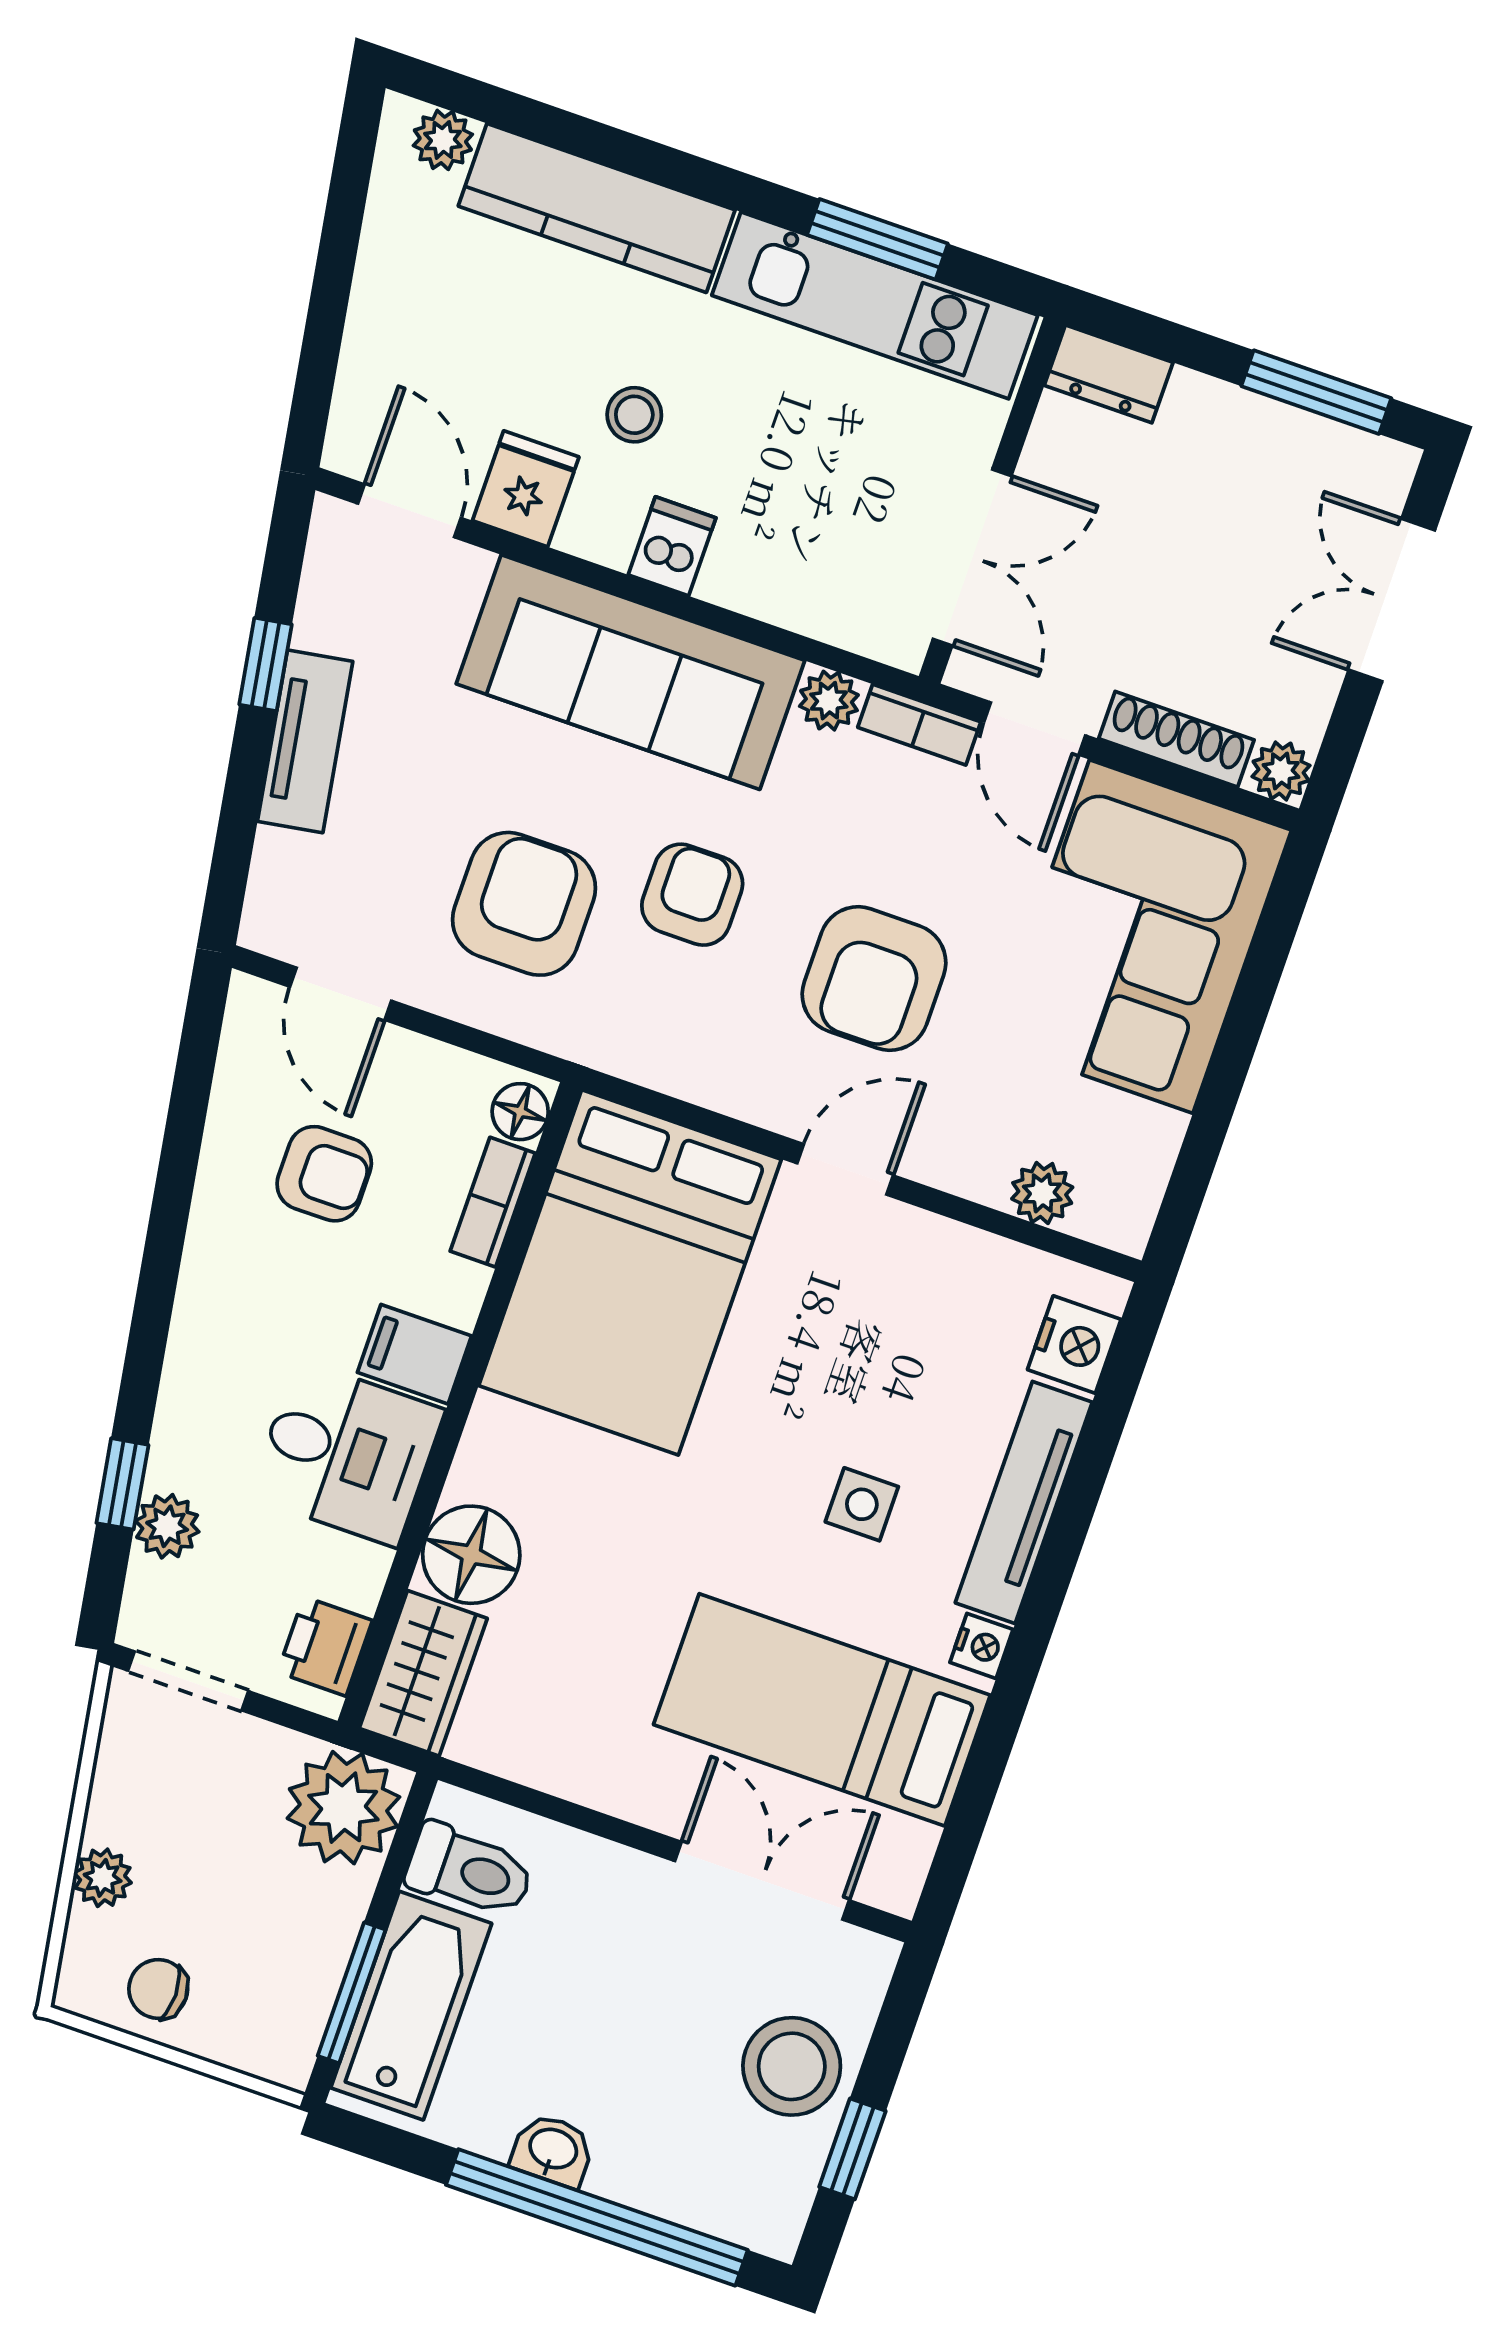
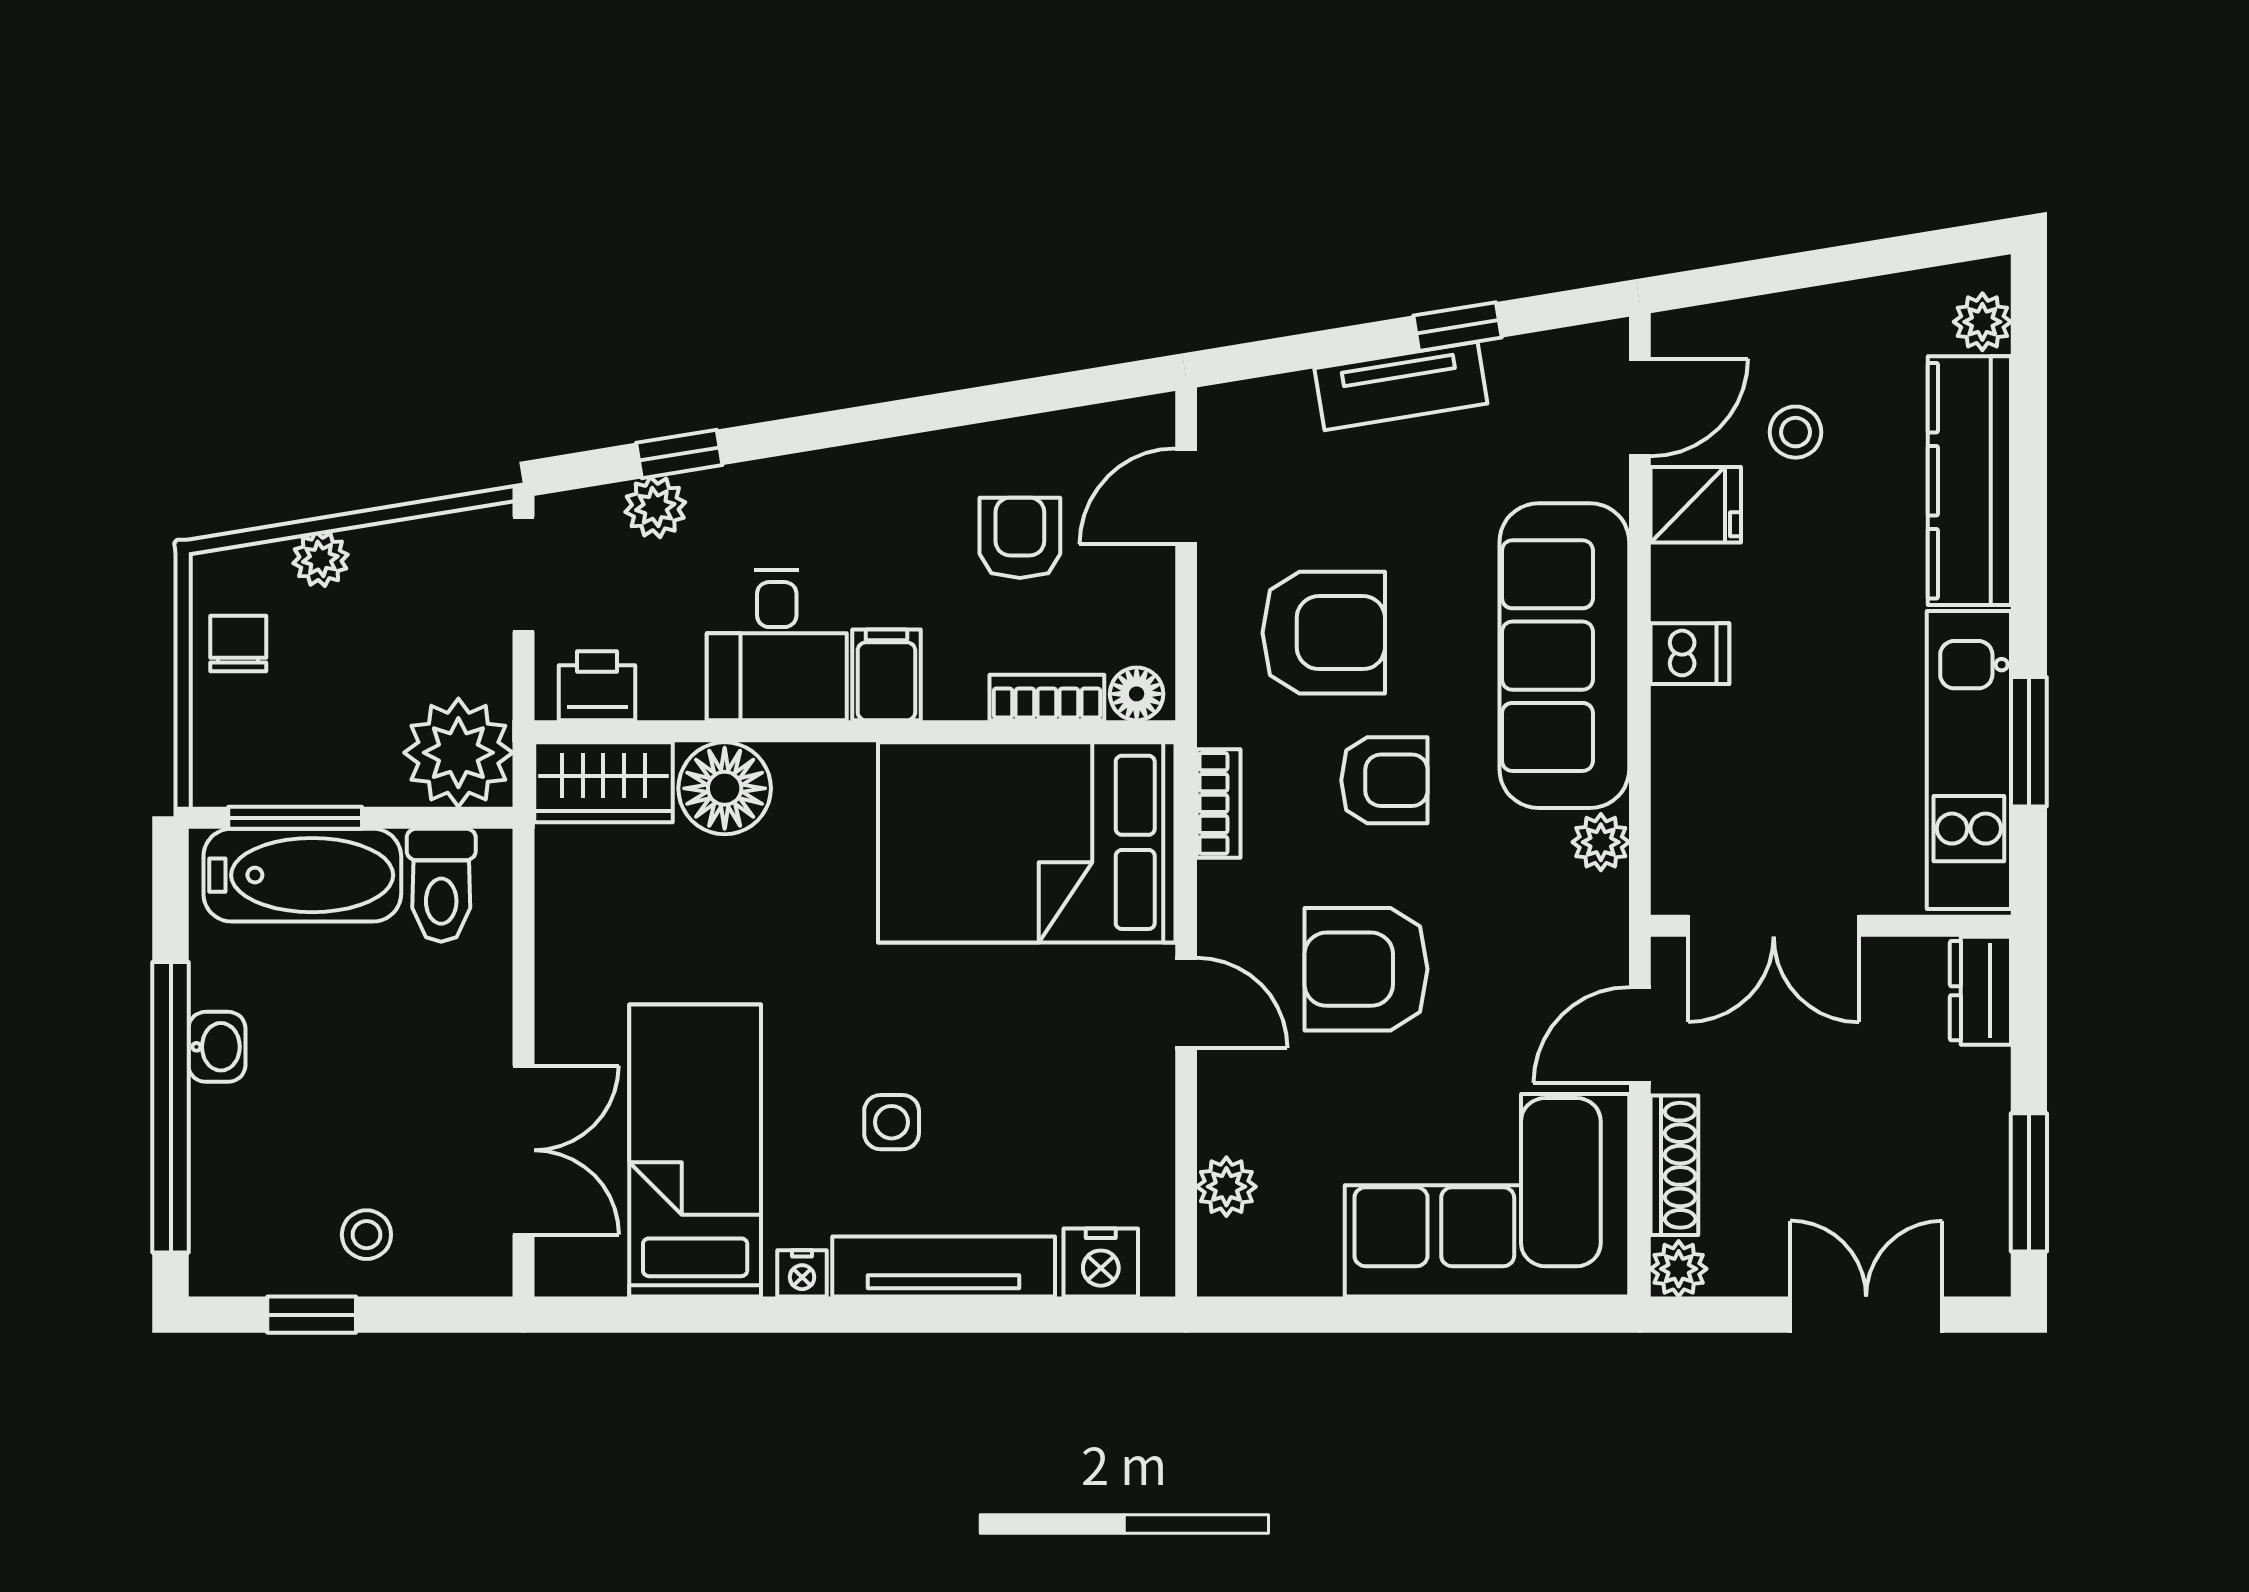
stool: (634, 415) -> (1796, 432), moved
bookcase: (919, 725) -> (1219, 803), moved, turned 180
armchair: (324, 1174) -> (1020, 538), turned 180
stool: (792, 2066) -> (366, 1235), width x0.53, depth x0.53

